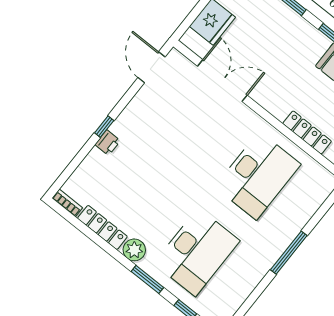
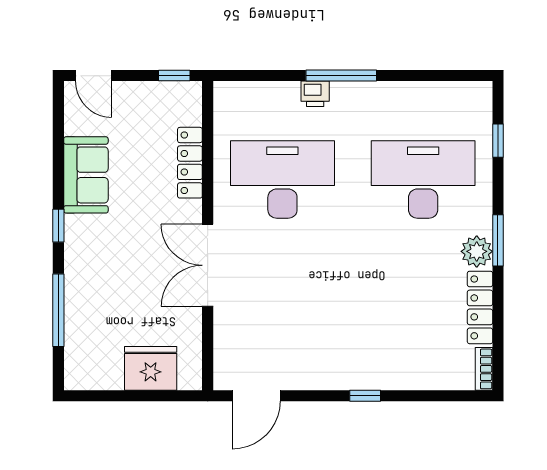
double door: (222, 81) -> (208, 265), moved
printer: (108, 143) -> (315, 94), moved, turned 180
window: (147, 279) -> (498, 240), moved

